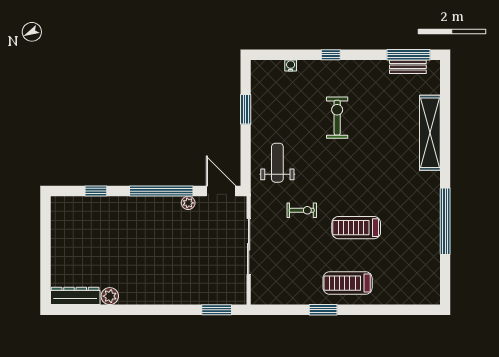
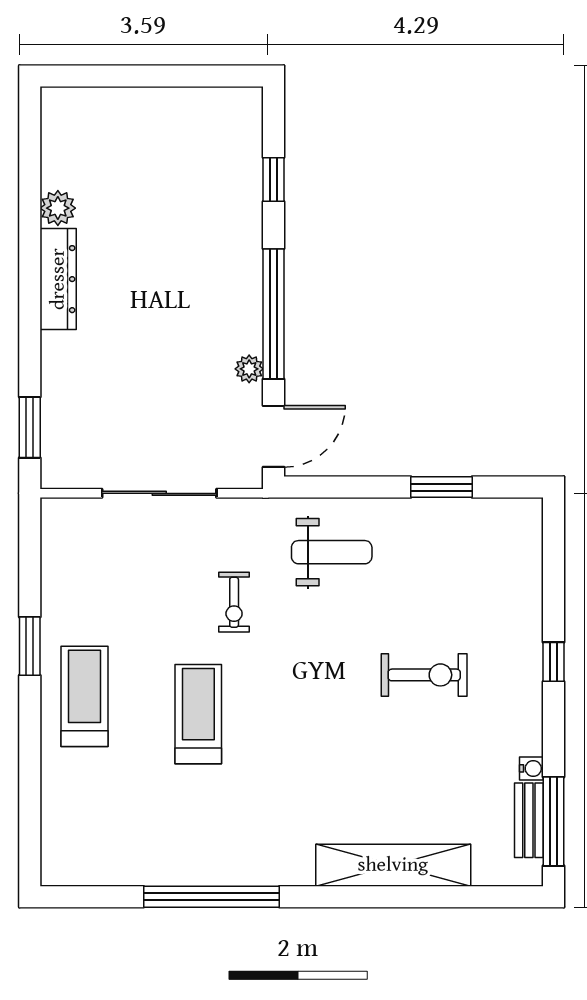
water cooler: (291, 65) -> (531, 768), moved
dresser: (75, 296) -> (58, 279), moved

